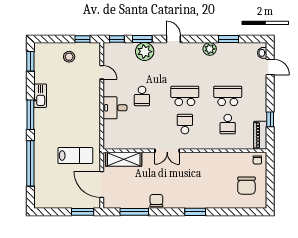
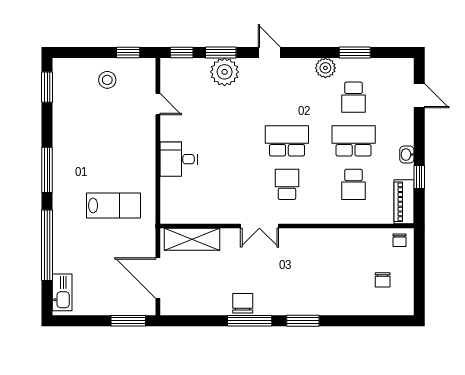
washbasin: (262, 53) -> (407, 155), moved
kitchen sink: (40, 96) -> (62, 292), moved
school desk: (142, 96) -> (354, 97), moved
lab bench: (75, 156) -> (113, 206), moved
chair: (246, 186) -> (383, 280), width x0.54, depth x0.54
window: (134, 212) -> (250, 321), moved

